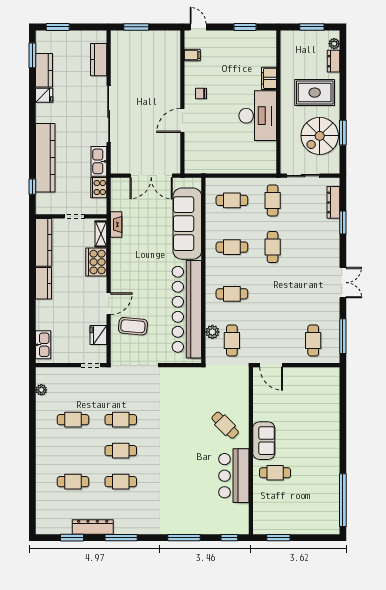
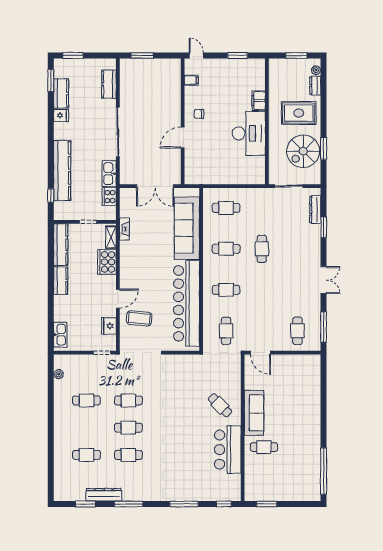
cafe table: (273, 200) -> (262, 208), removed
plant: (212, 332) -> (209, 323), removed
sofa: (264, 441) -> (254, 413), width x1.36

